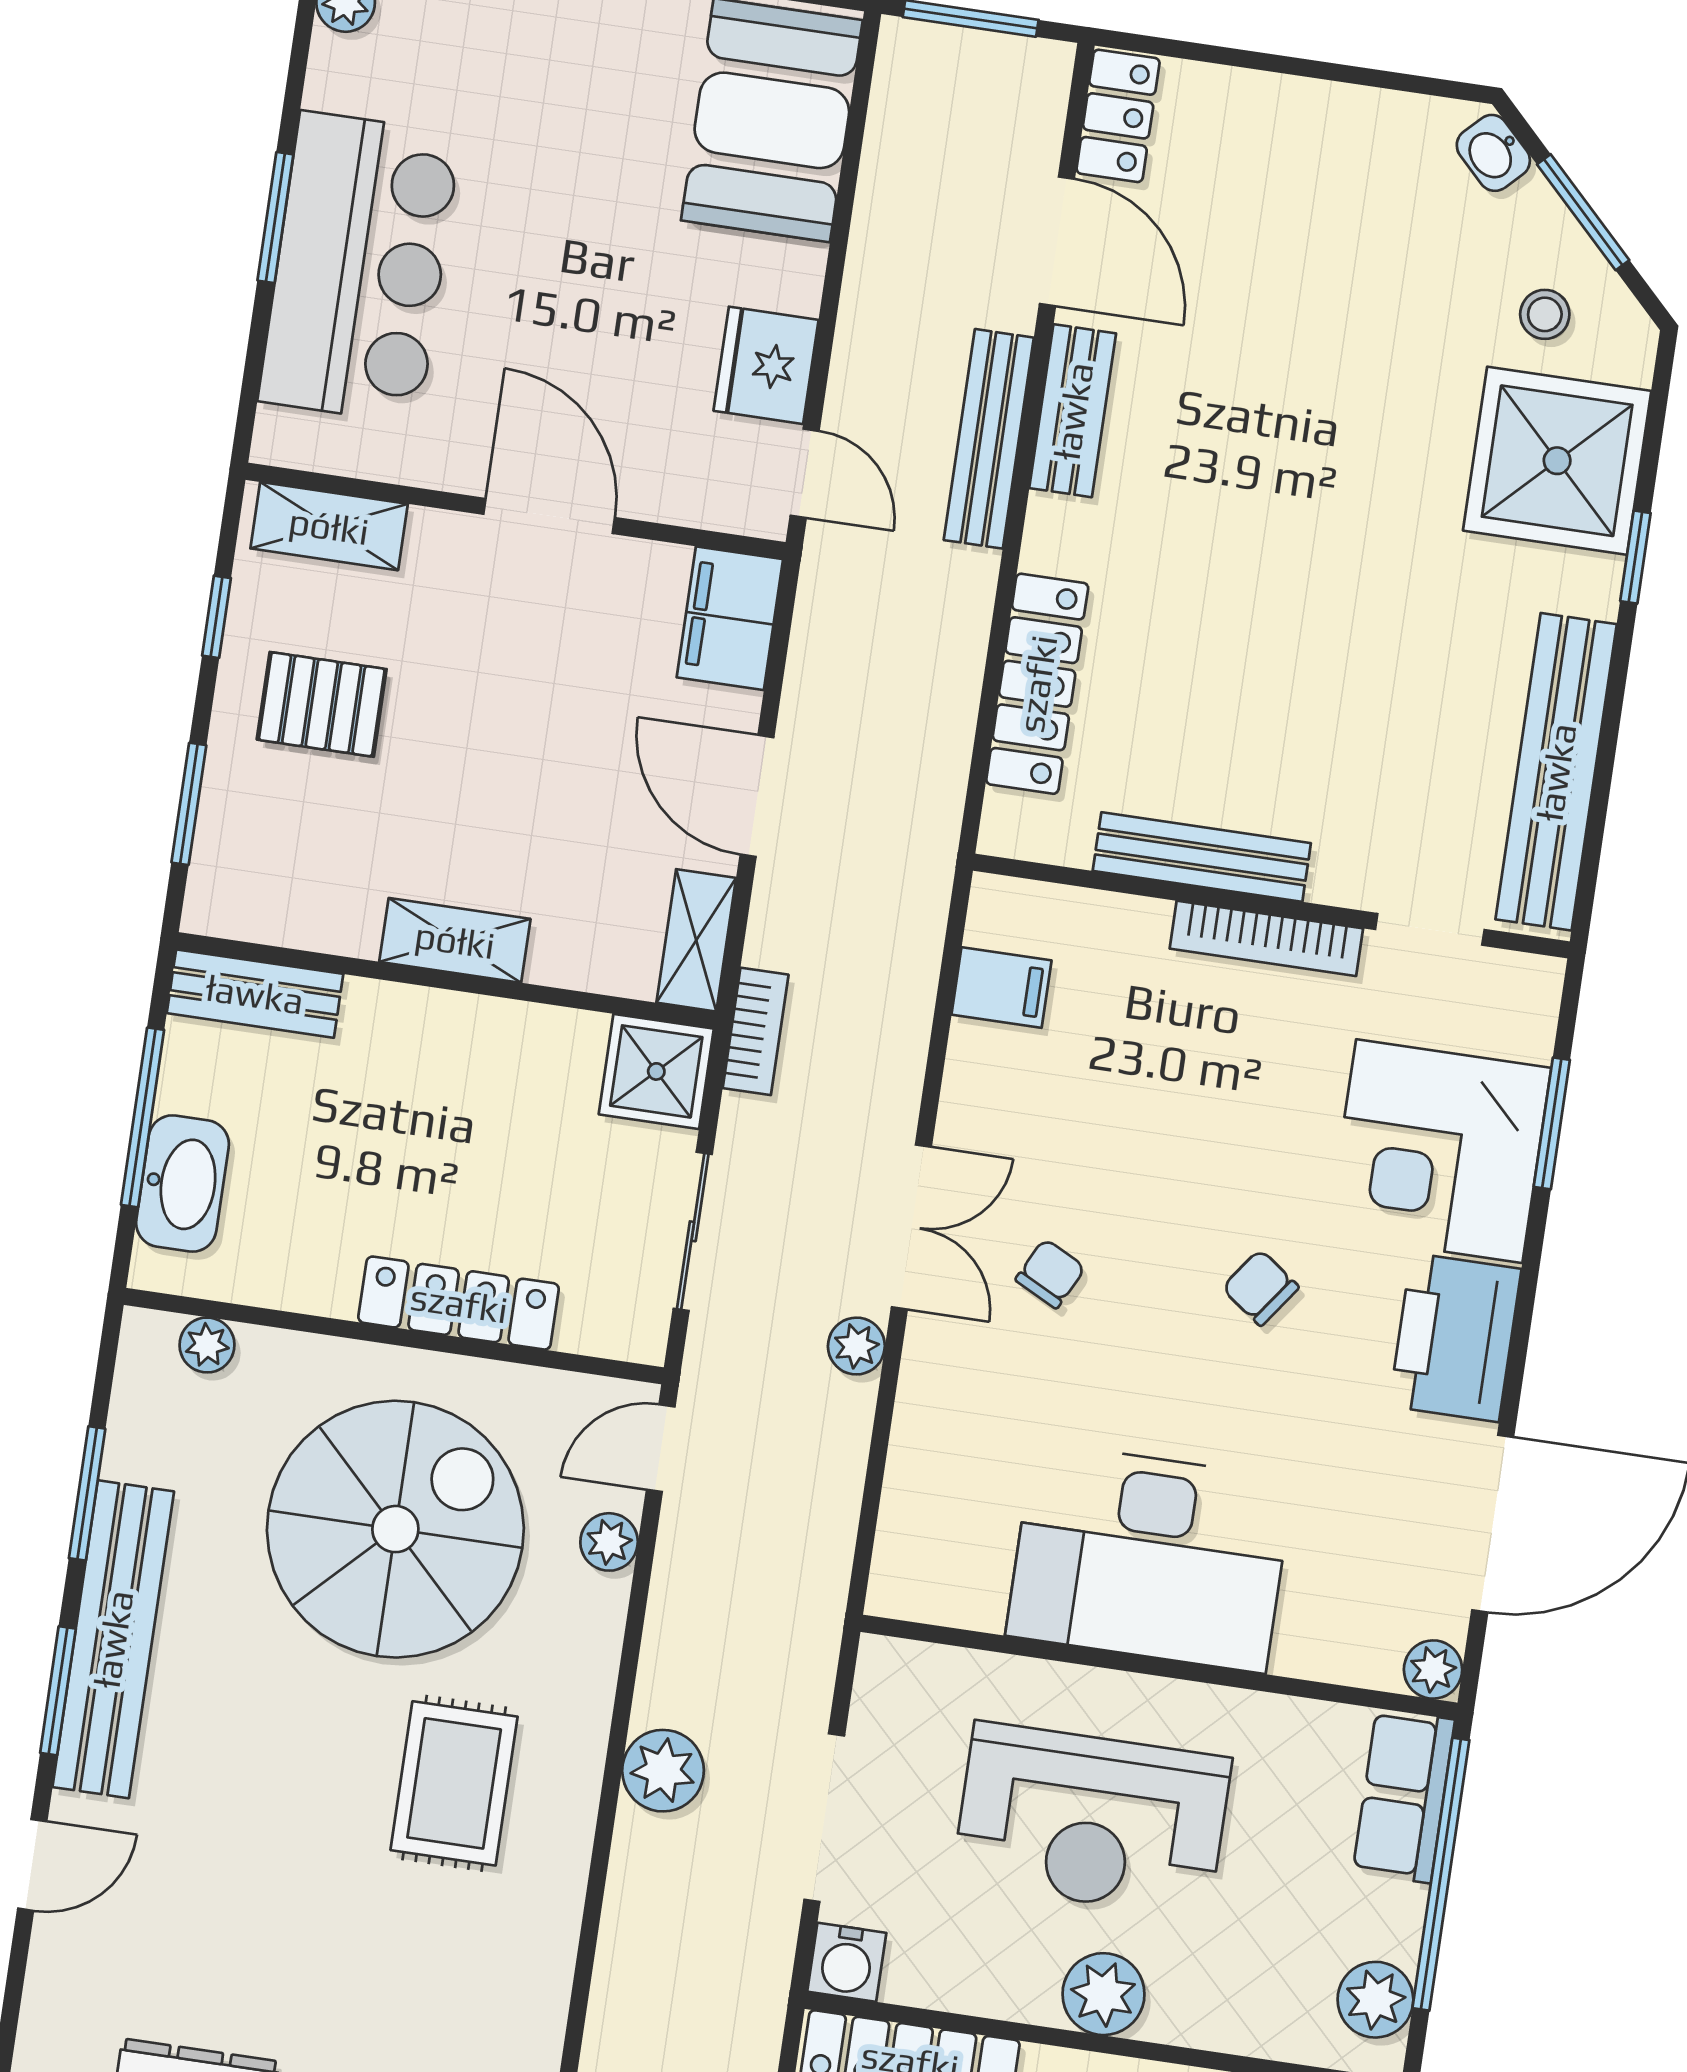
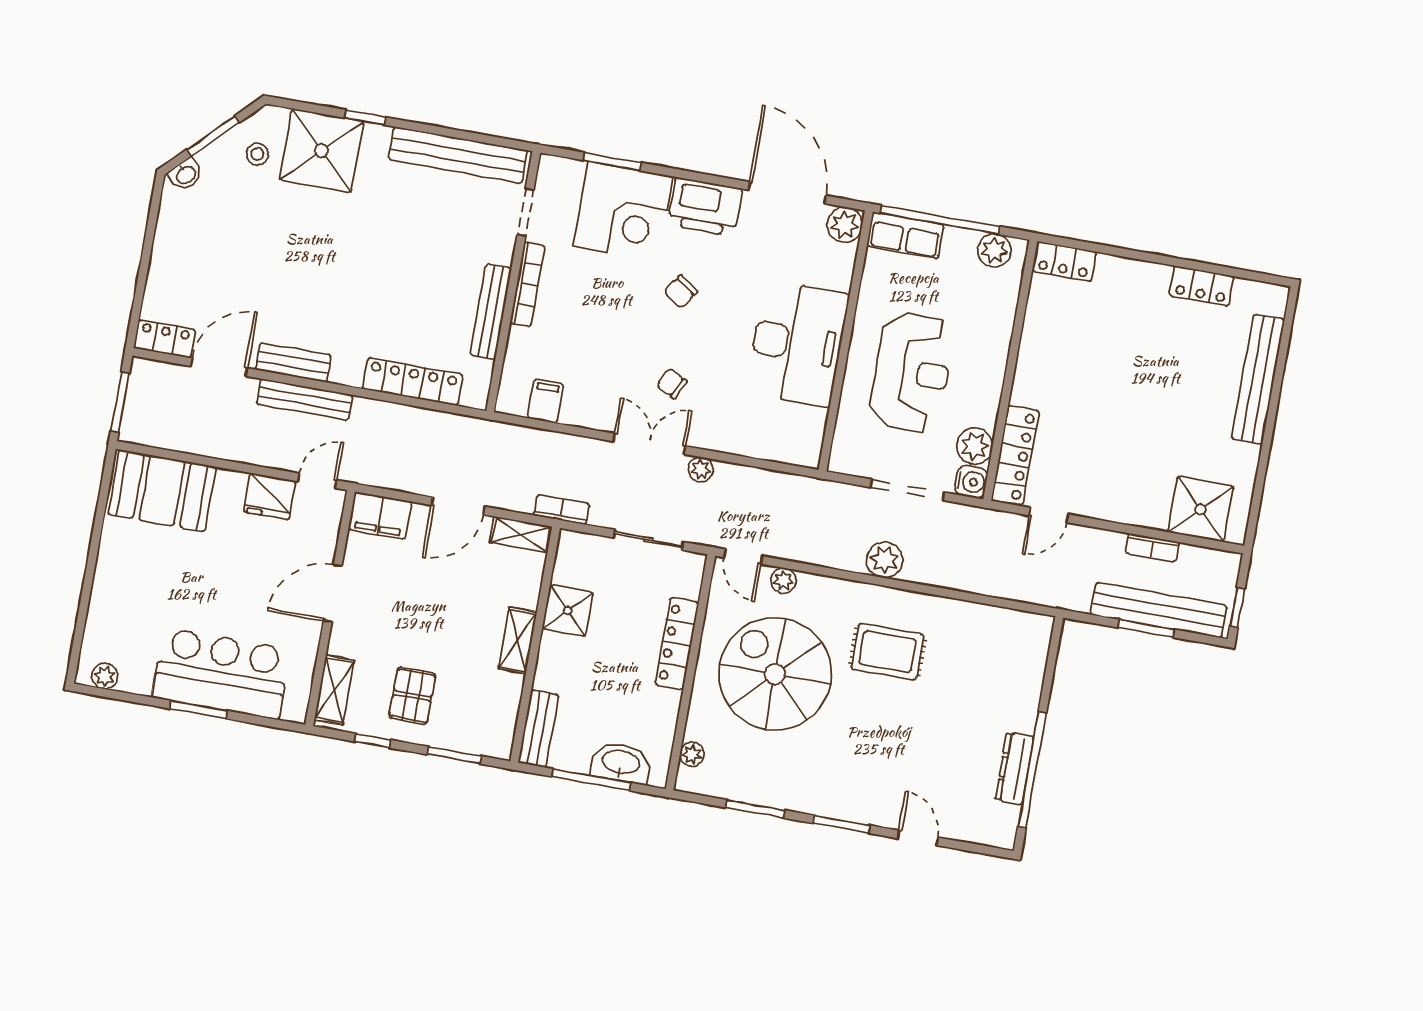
shower: (656, 1071) -> (568, 611), moved
bench: (113, 1639) -> (820, 799), removed
plant: (1433, 1670) -> (845, 225), width x1.38, depth x1.38
plant: (1104, 1994) -> (975, 446), moved

